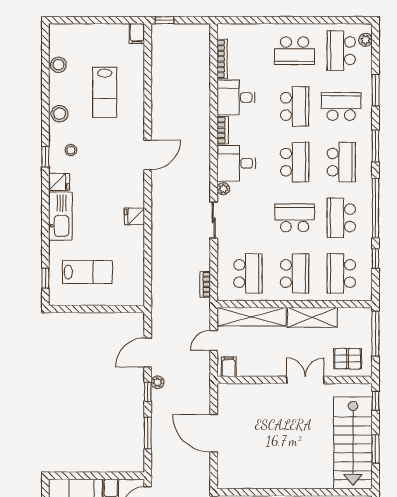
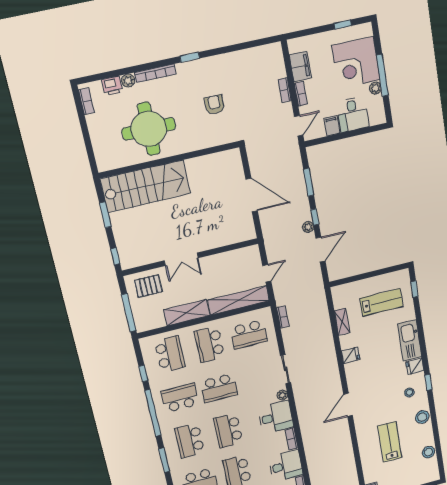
school desk: (341, 218) -> (180, 398), turned -90
shelving: (137, 261) -> (342, 322), added
lab bench: (87, 272) -> (381, 302), turned 180
school desk: (248, 274) -> (249, 334), turned -90
filing cabinet: (229, 367) -> (250, 254), removed
stairs: (353, 443) -> (146, 186), moved, turned 90

